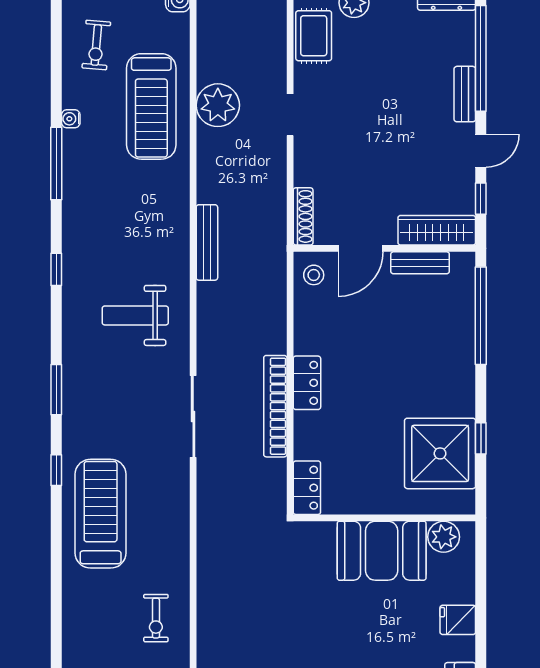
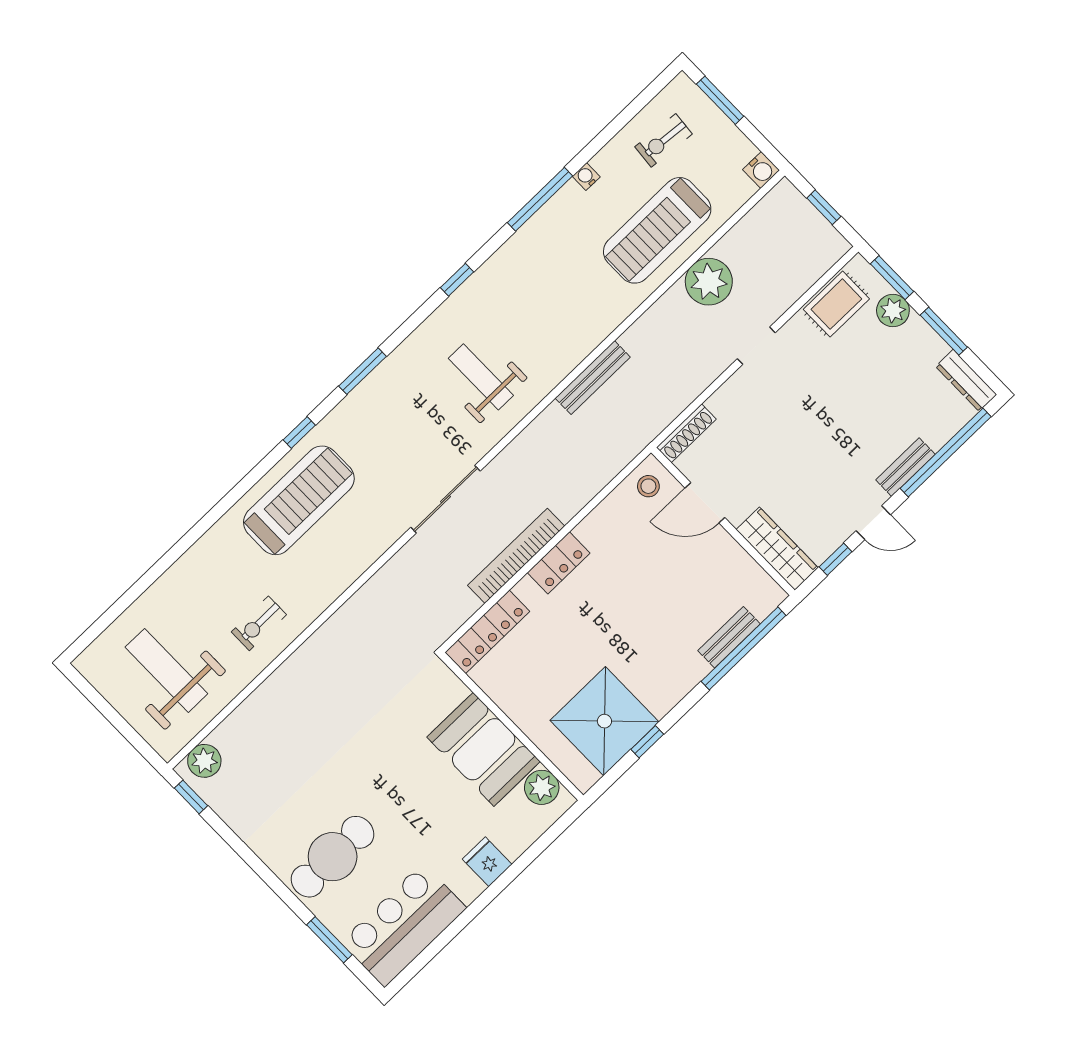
bench: (420, 263) -> (729, 637), moved, turned 90
locker: (307, 488) -> (487, 632), width x1.53

